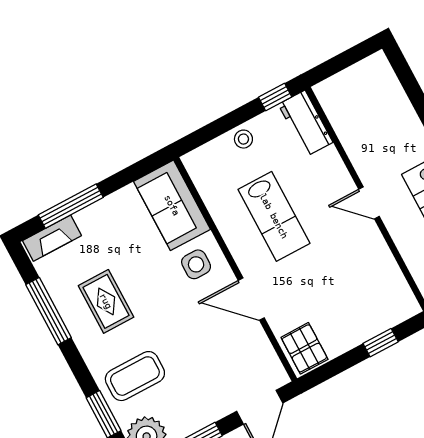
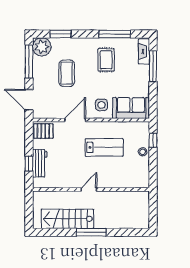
window: (275, 97) -> (153, 140), moved
workbench: (306, 123) -> (40, 163), moved, turned 90
lab bench: (274, 216) -> (104, 147), turned 180
rug: (106, 301) -> (106, 60), turned 90
coffee table: (135, 376) -> (67, 73), moved

